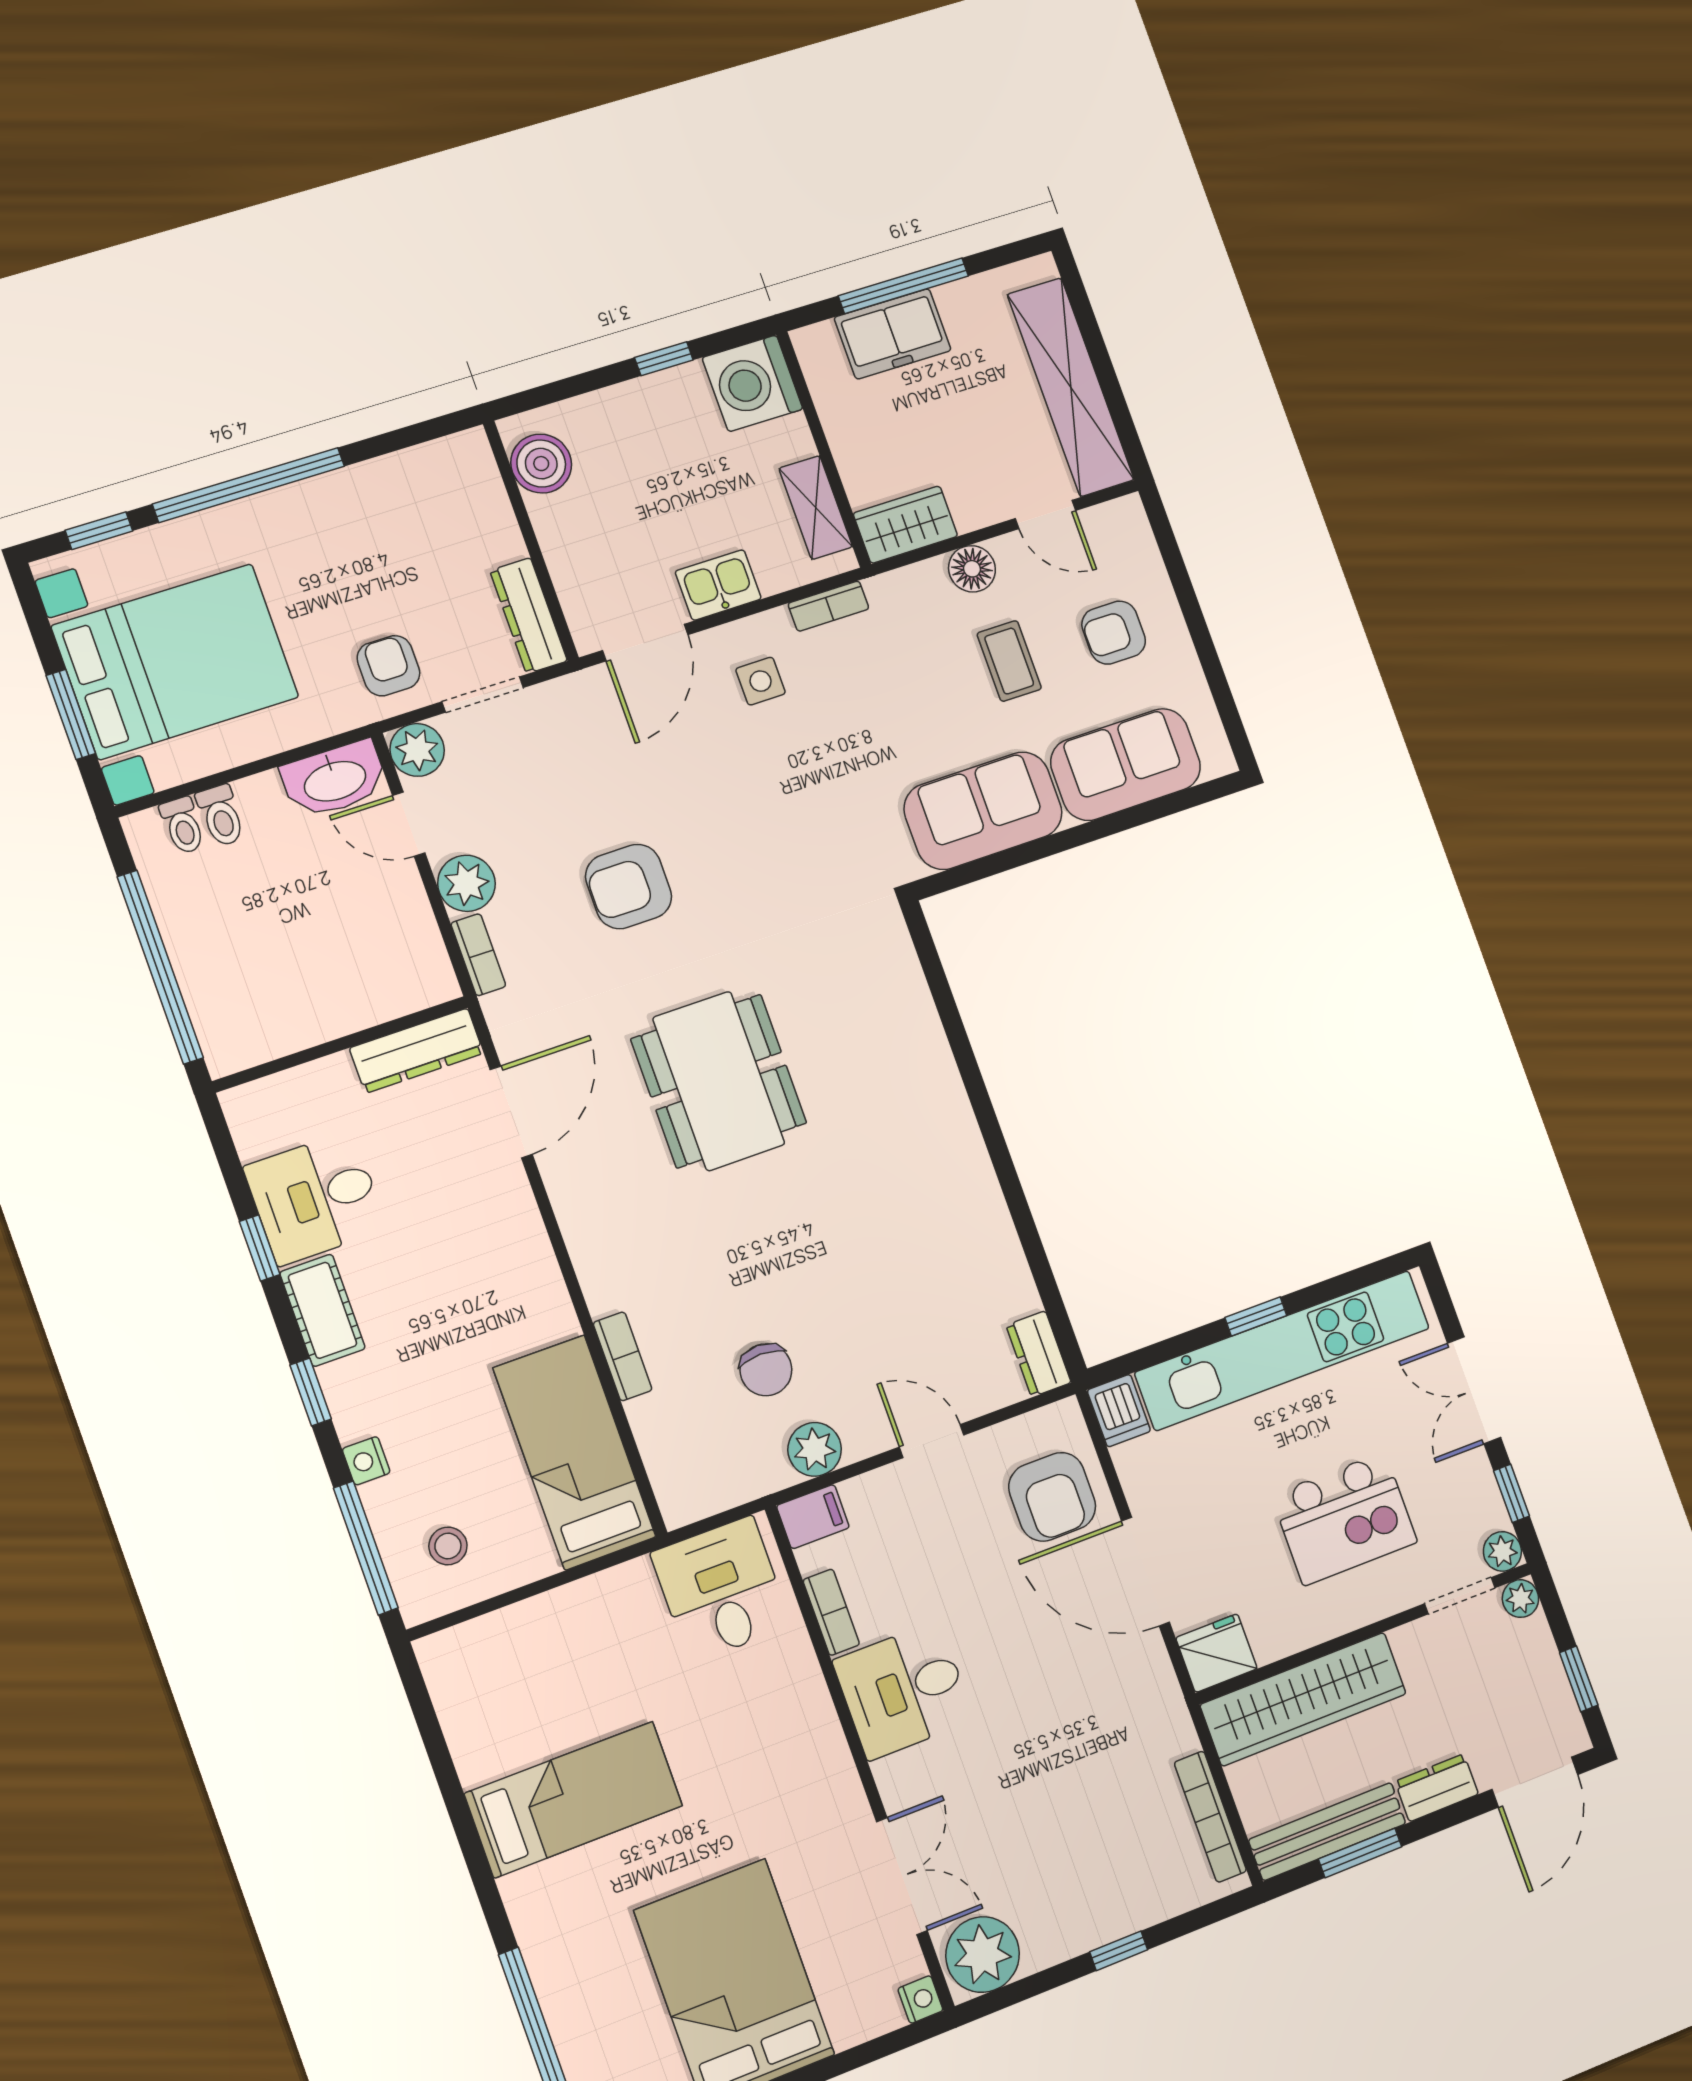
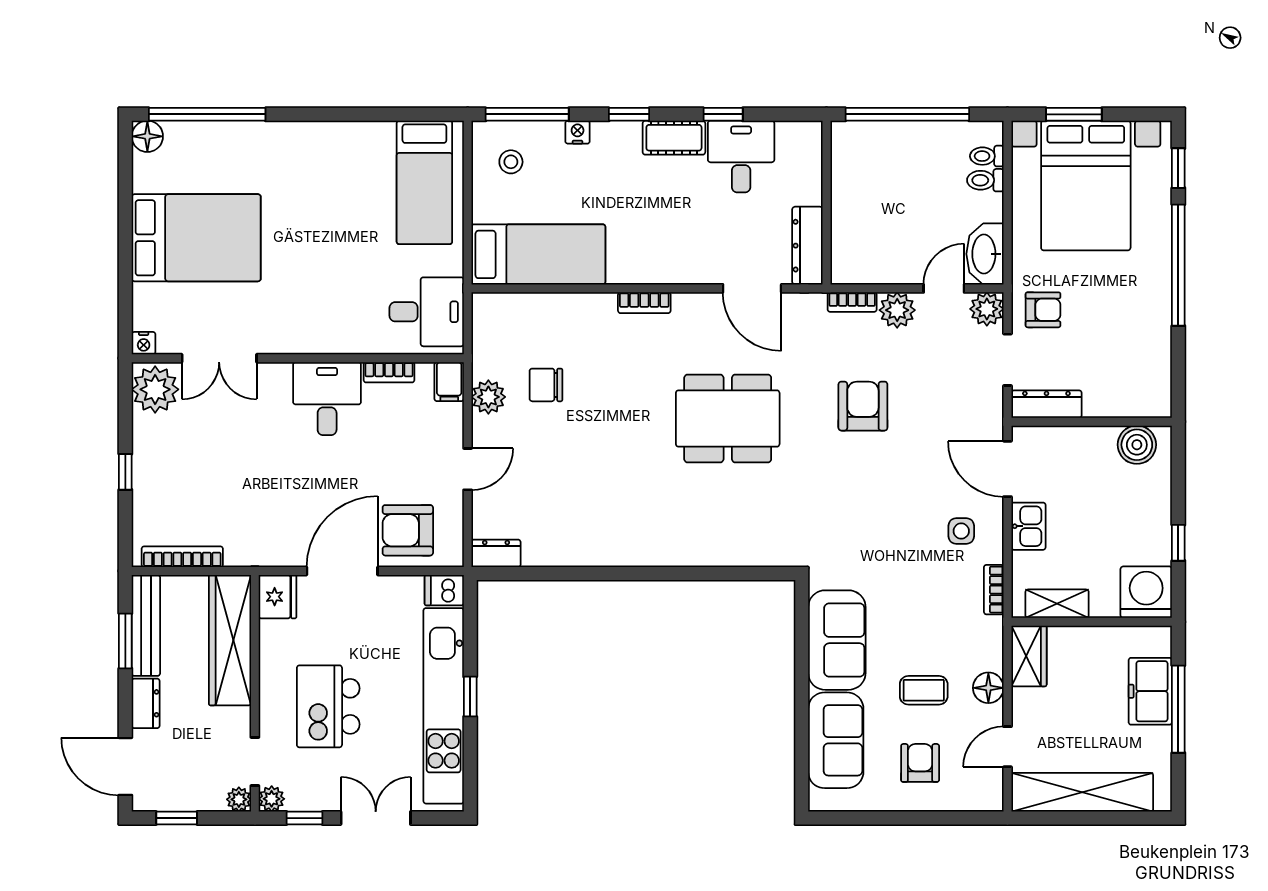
bookcase: (623, 1356) -> (644, 303), moved
bed: (574, 1800) -> (424, 182), moved

